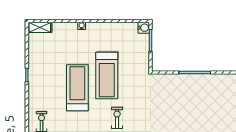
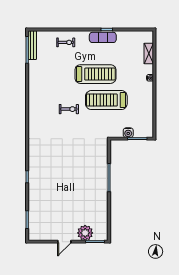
shelving: (40, 27) -> (149, 53), moved
water cooler: (144, 28) -> (128, 133), moved
exercise mat: (36, 79) -> (103, 37), added

